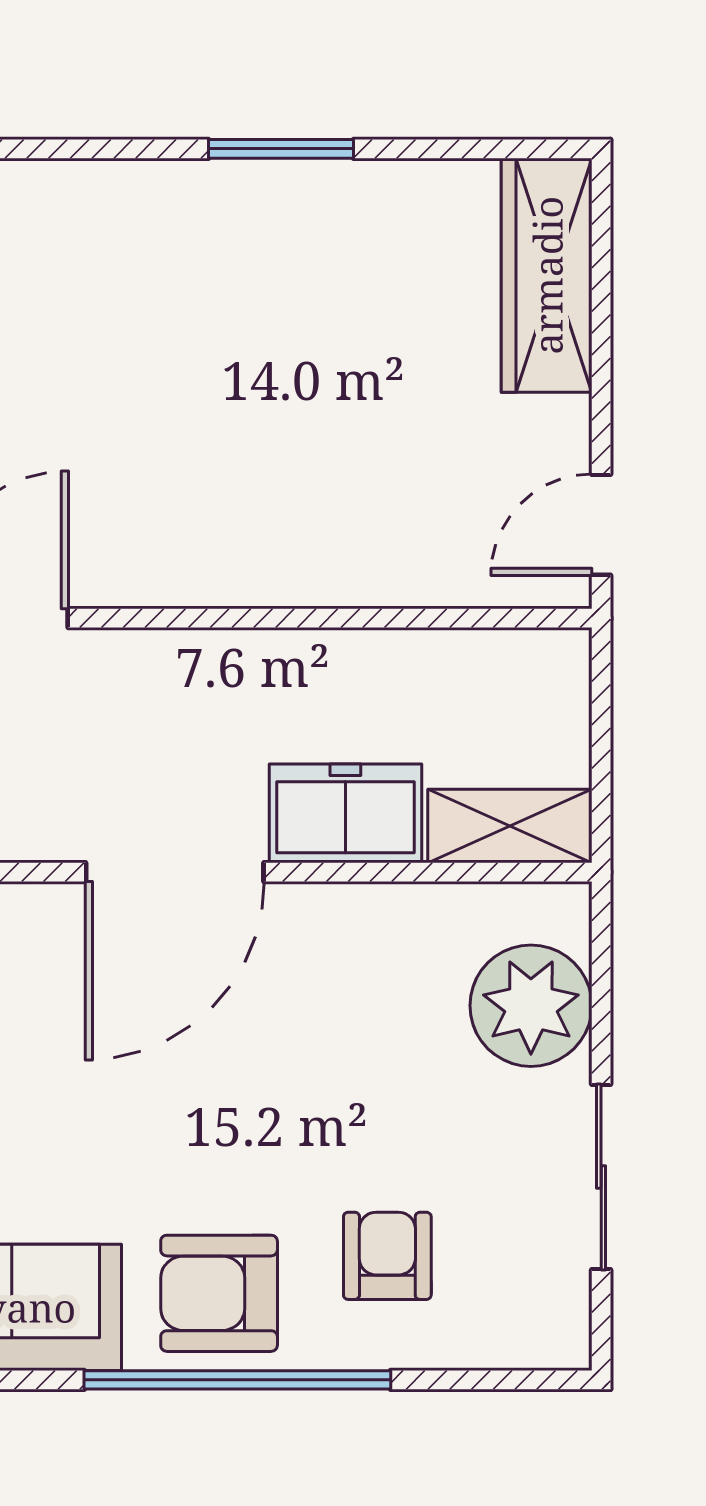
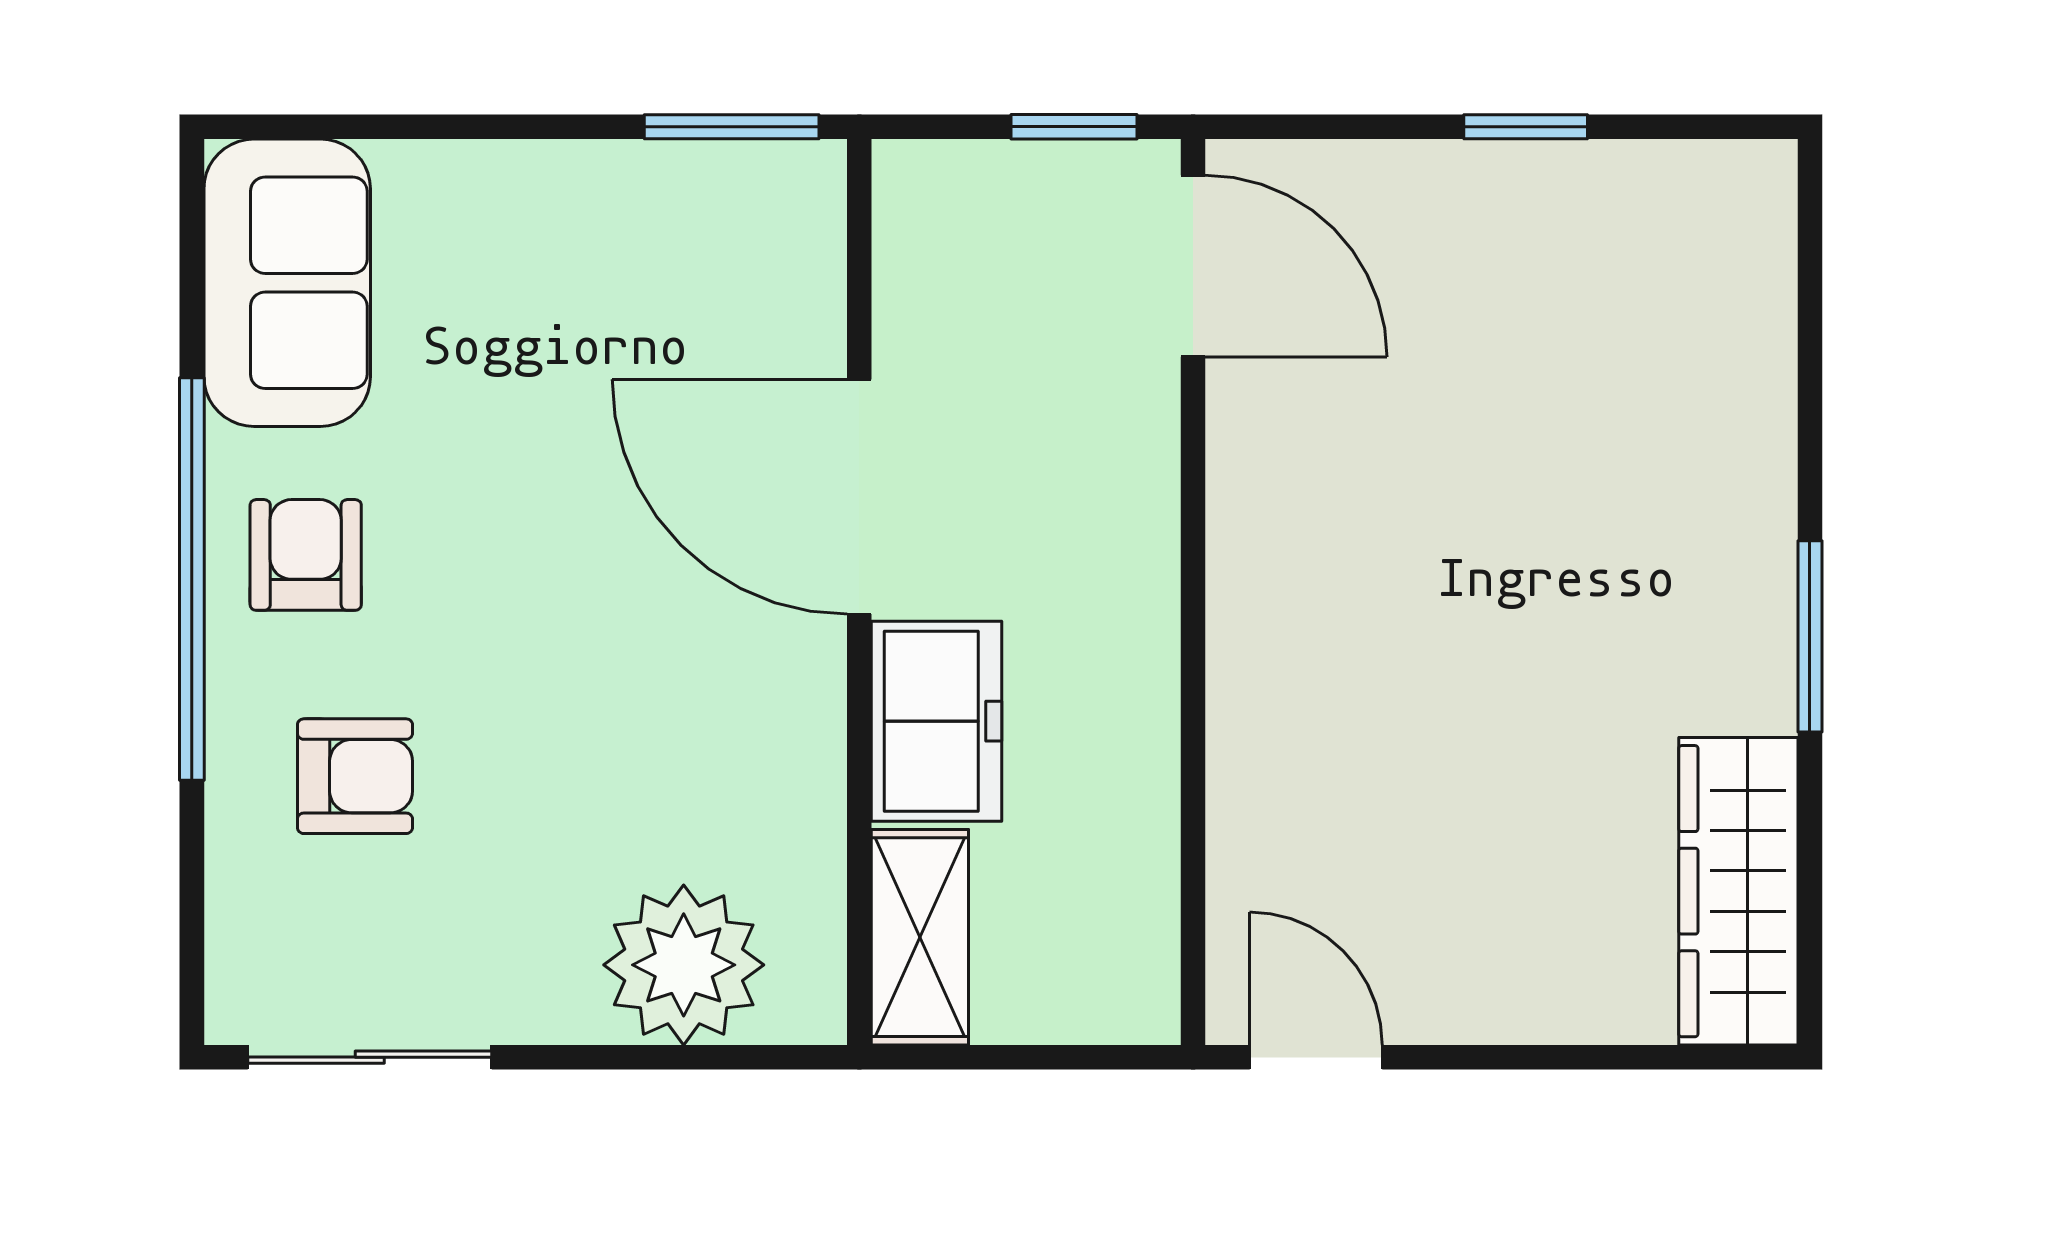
wardrobe: (547, 275) -> (1738, 891), moved, turned -90
sliding door: (601, 1177) -> (370, 1057), moved
armchair: (219, 1293) -> (306, 555), width x0.72, depth x0.72

